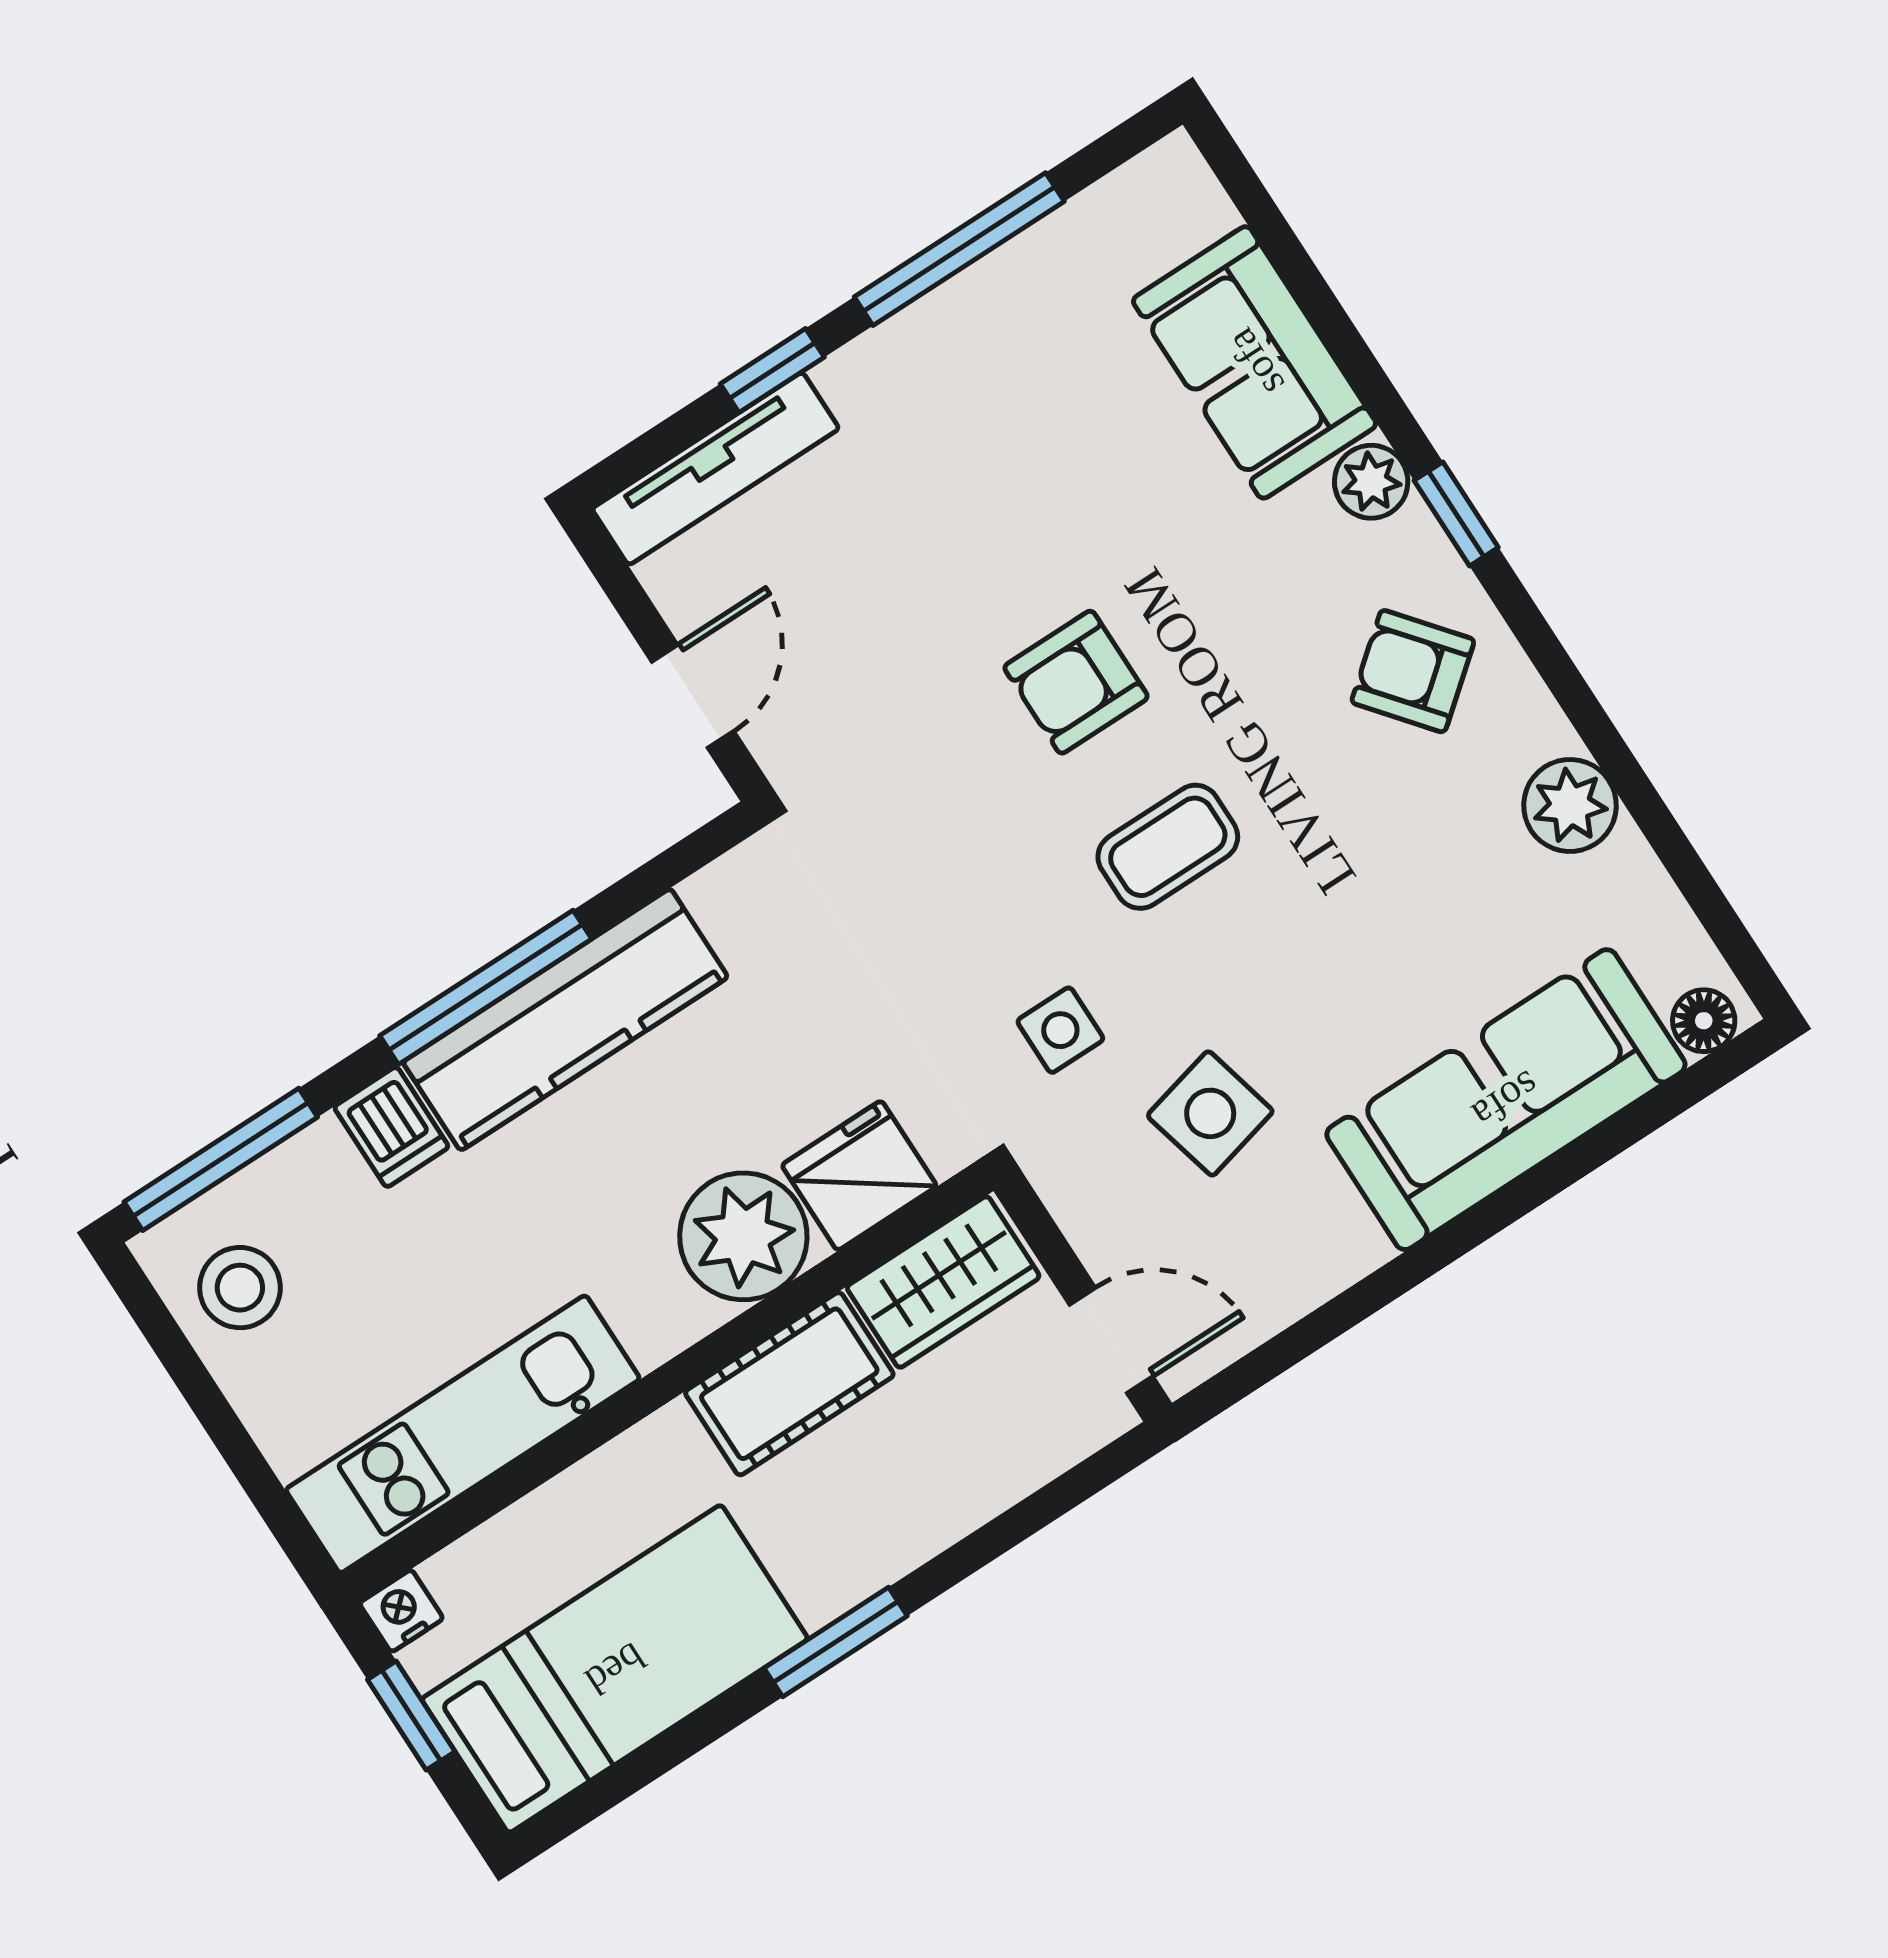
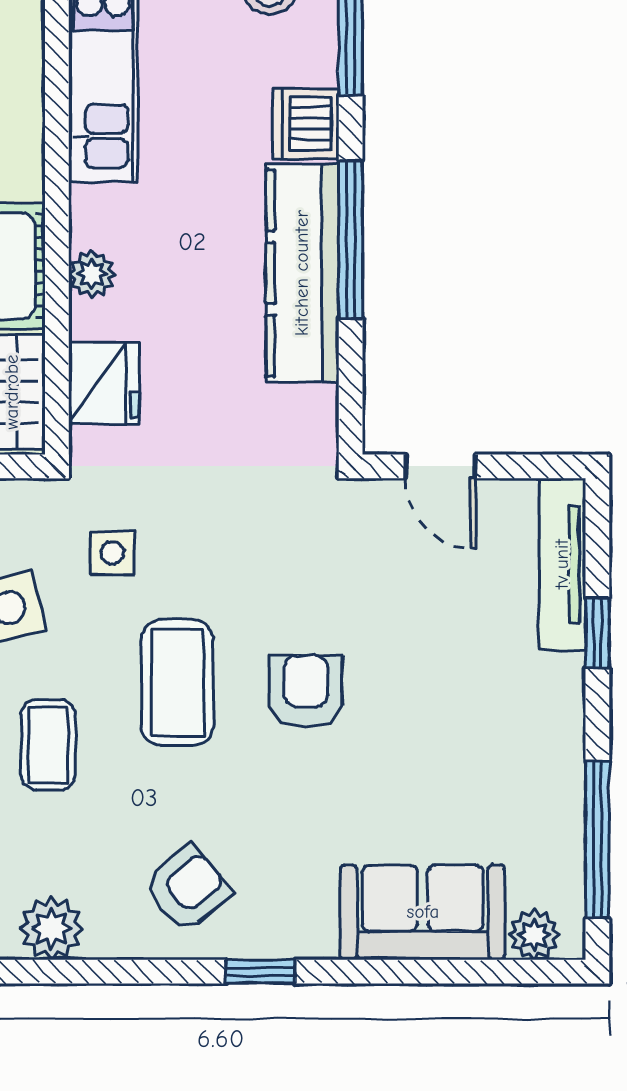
window: (959, 249) -> (597, 840), moved
plant: (1371, 482) -> (534, 935), moved
coffee table: (1168, 847) -> (177, 683), width x1.36, depth x1.30
coffee table: (1347, 956) -> (48, 745), added
dishwasher: (391, 1127) -> (306, 124), width x1.38
plant: (743, 1236) -> (92, 274), width x0.53, depth x0.53

